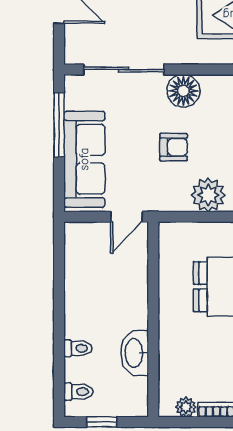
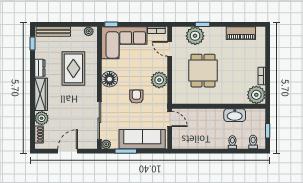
plant: (73, 84) -> (106, 144), added
floor lamp: (183, 91) -> (110, 79), moved
window: (59, 125) -> (126, 151), width x0.69
plant: (186, 407) -> (256, 95), width x1.87, depth x1.87

